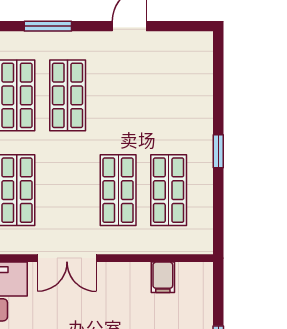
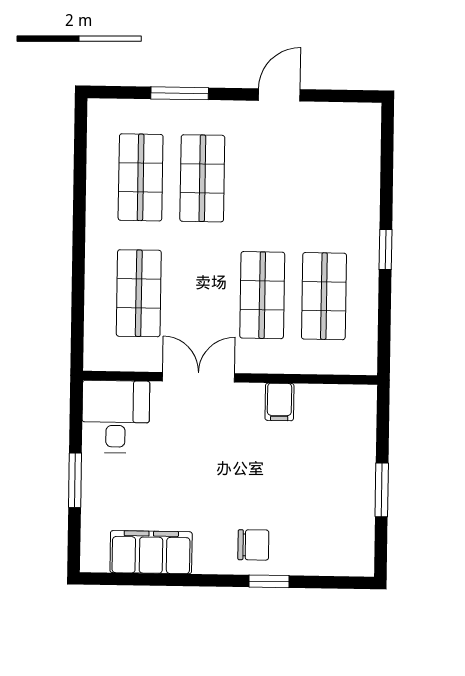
double door: (67, 258) -> (198, 377), swing flipped
filing cabinet: (163, 277) -> (279, 402), moved

